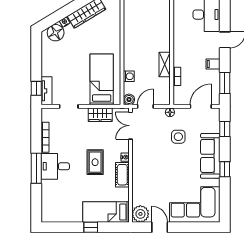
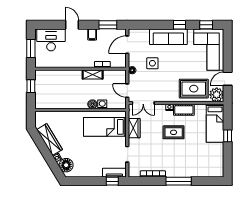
boiler: (129, 99) -> (92, 104), moved
door: (201, 106) -> (127, 45), hinge flipped
window: (225, 129) -> (206, 25), moved
desk: (55, 166) -> (177, 165), removed
rug: (148, 187) -> (194, 89), added

